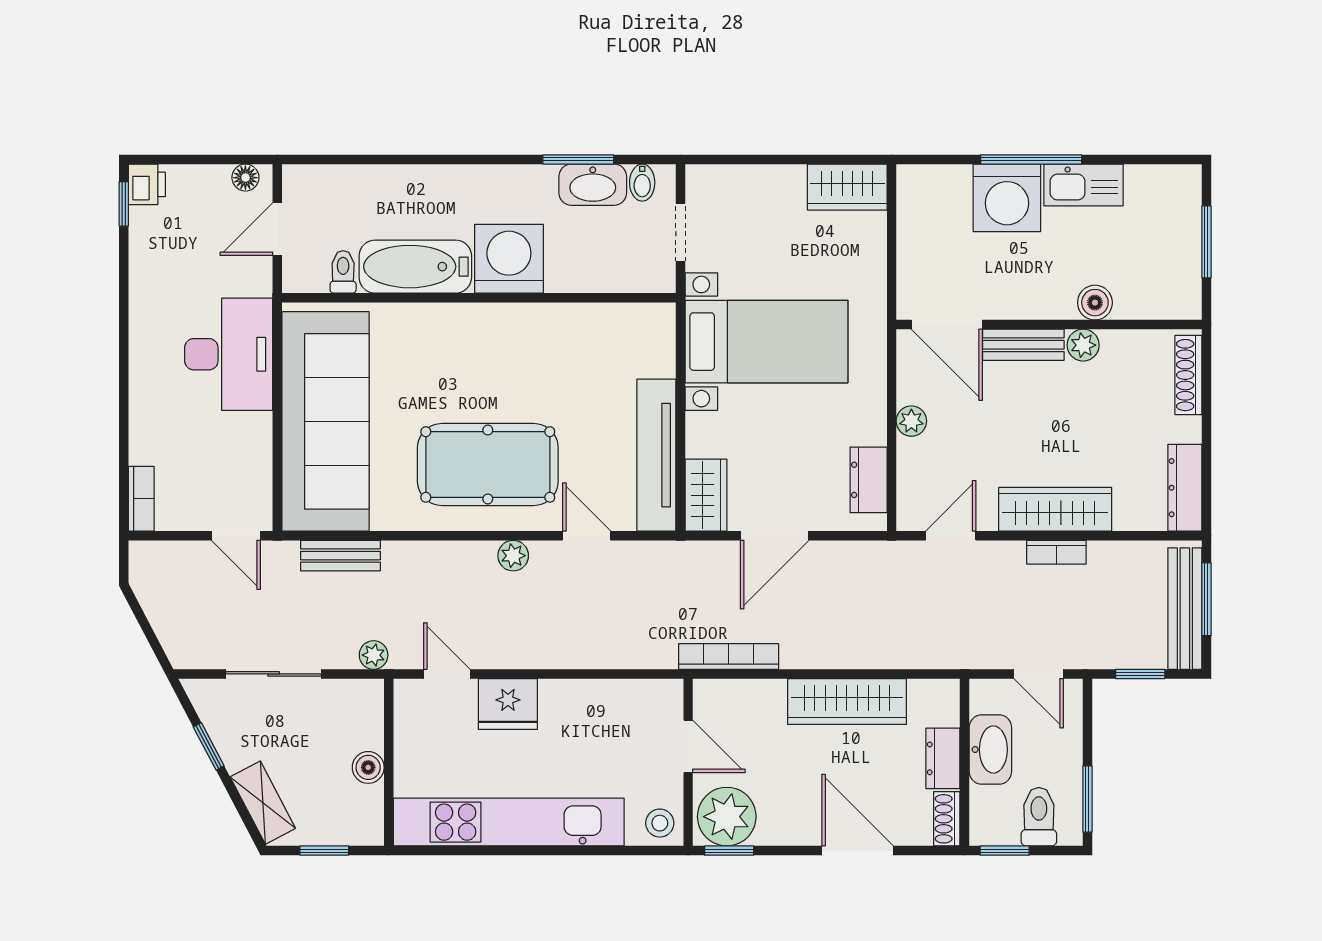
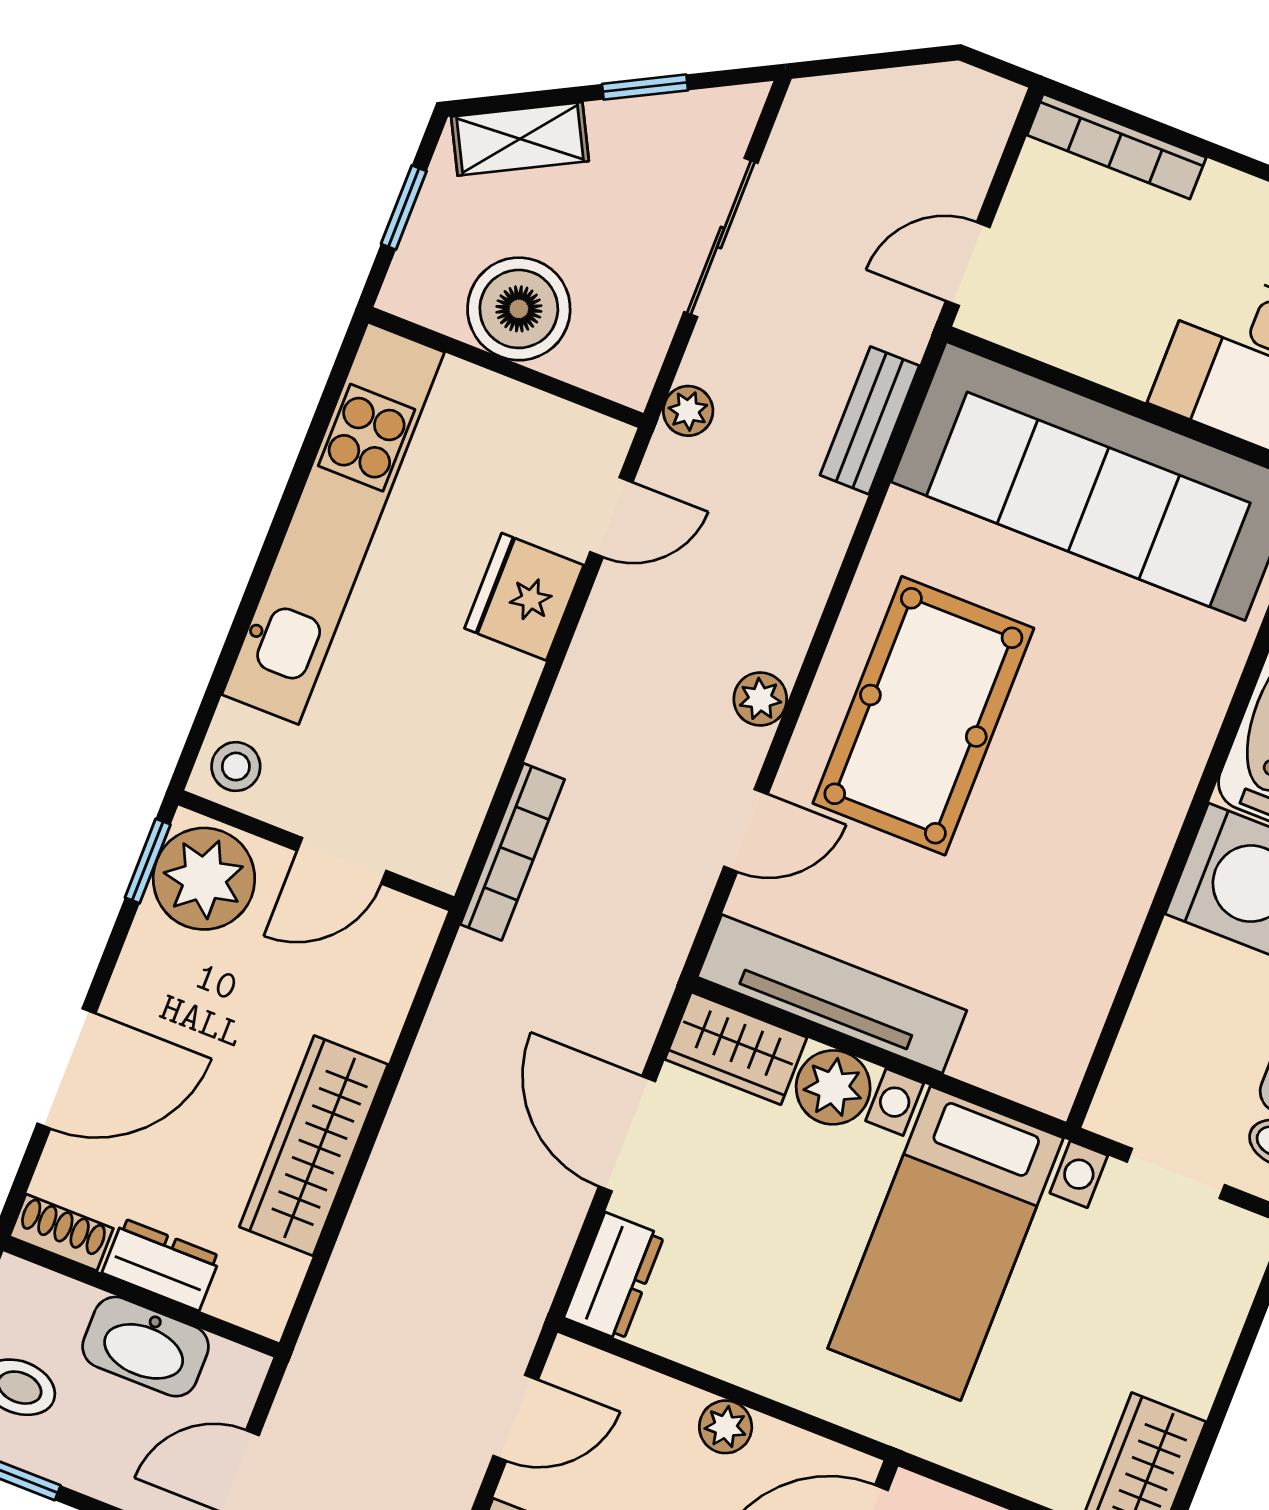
plant: (706, 435) -> (833, 1087), added
dresser: (869, 480) -> (614, 1277), moved, turned 90
bookcase: (141, 499) -> (1117, 146), width x1.56
door: (951, 536) -> (516, 1418), hinge flipped
bookcase: (729, 657) -> (512, 852), moved
boiler: (368, 767) -> (519, 309), width x1.86, depth x1.86

